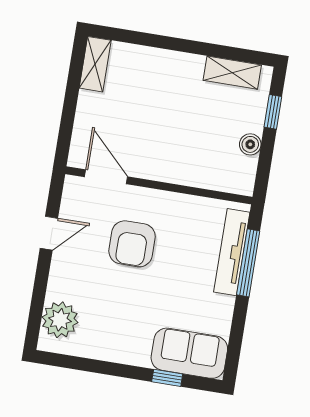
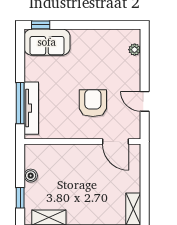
door: (49, 233) -> (145, 101), hinge flipped
plant: (60, 320) -> (135, 50), width x0.53, depth x0.53
window: (167, 378) -> (41, 25), moved

